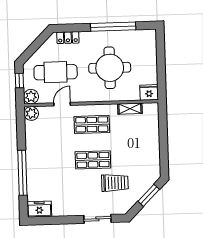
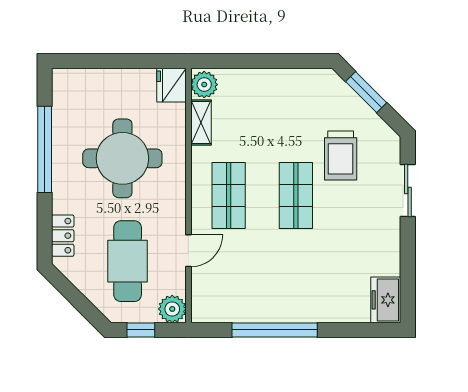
door: (62, 104) -> (188, 251), swing flipped
plant: (31, 113) -> (204, 85), moved
window: (22, 173) -> (275, 330), moved
trolley: (115, 183) -> (341, 155), turned 180

